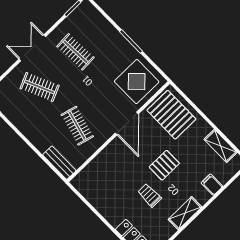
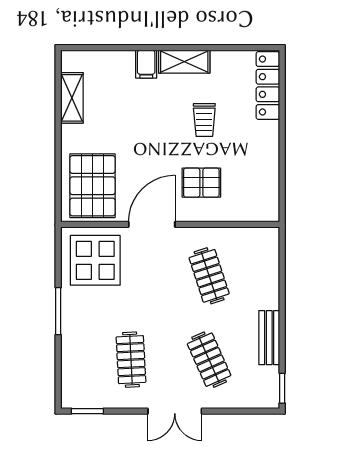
clothes rail: (77, 126) -> (209, 276), turned -33
bench: (59, 163) -> (269, 338), moved
pallet: (164, 165) -> (201, 183), moved
filing cabinet: (212, 185) -> (146, 64), moved

